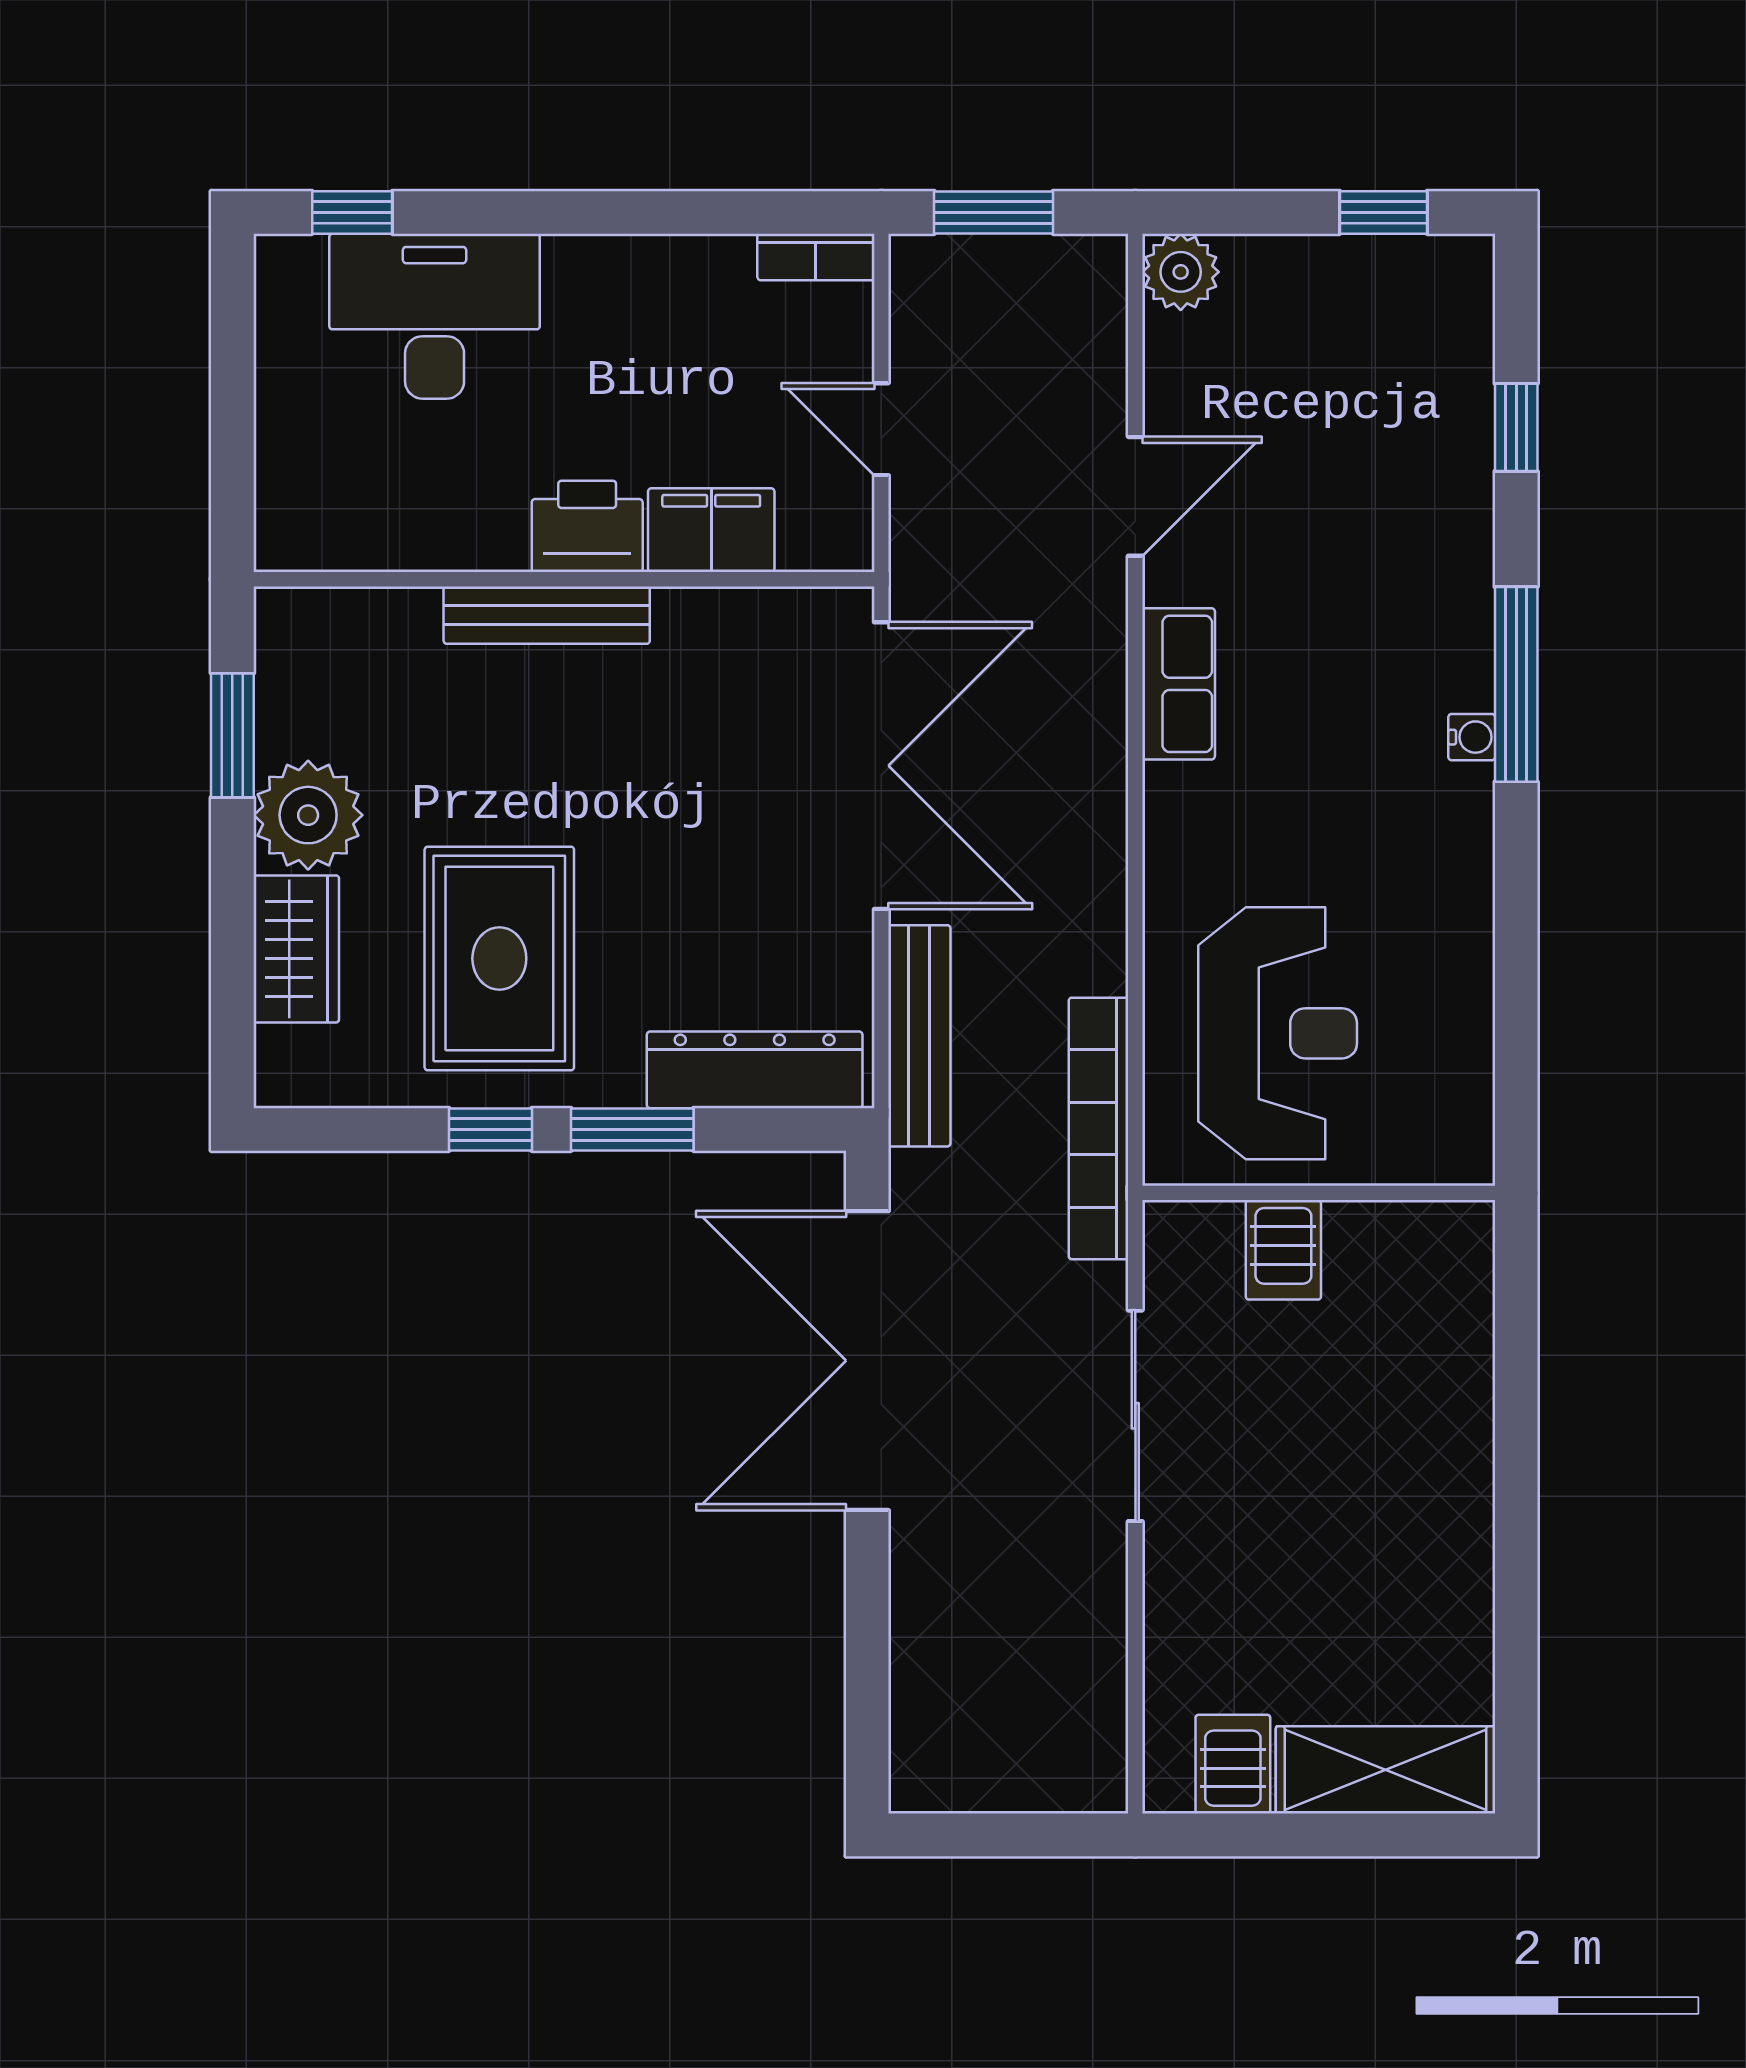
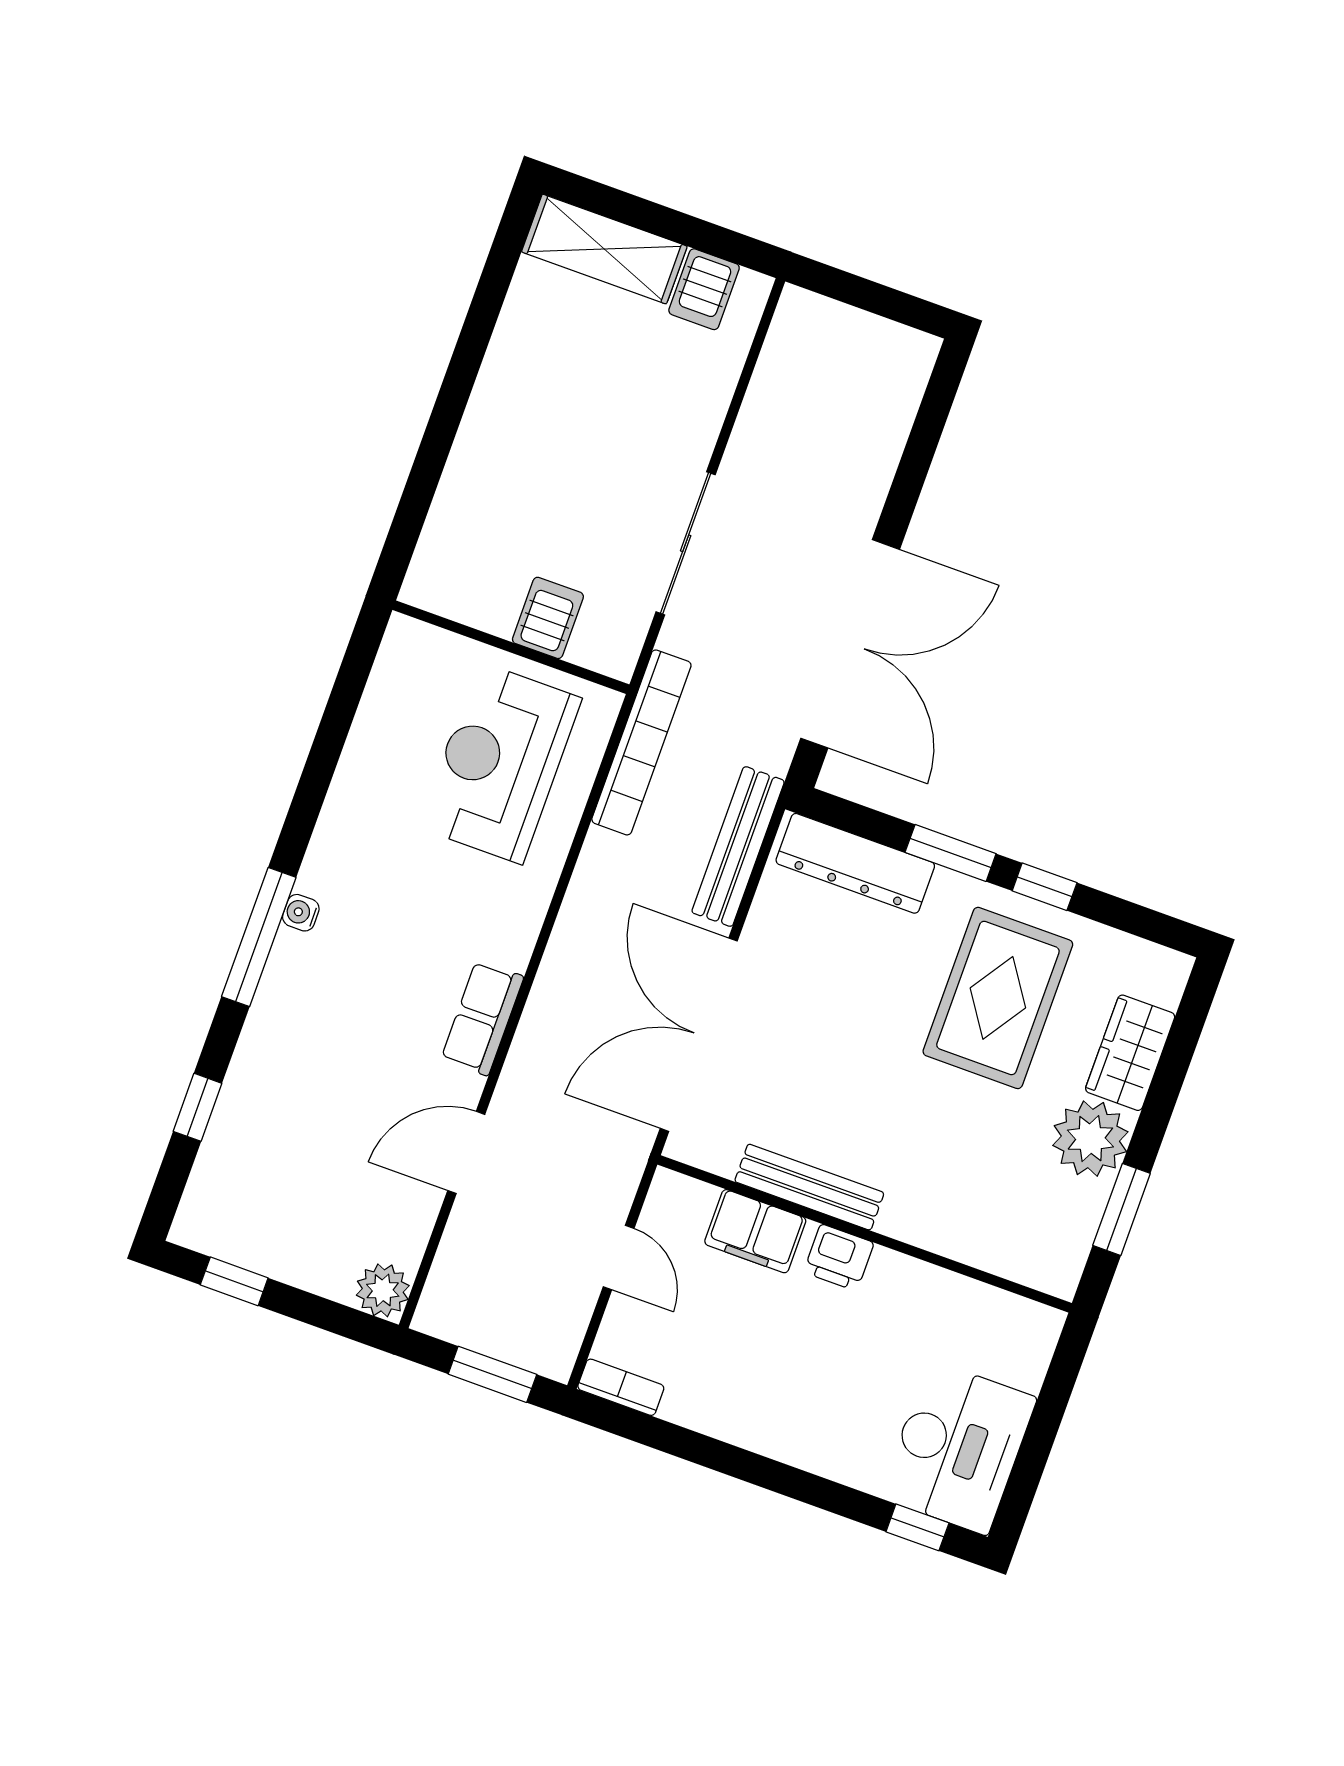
desk: (435, 316) -> (958, 1447), moved, turned -90
printer: (587, 526) -> (839, 1257), width x0.73, depth x0.81
bench: (547, 615) -> (809, 1187), moved

